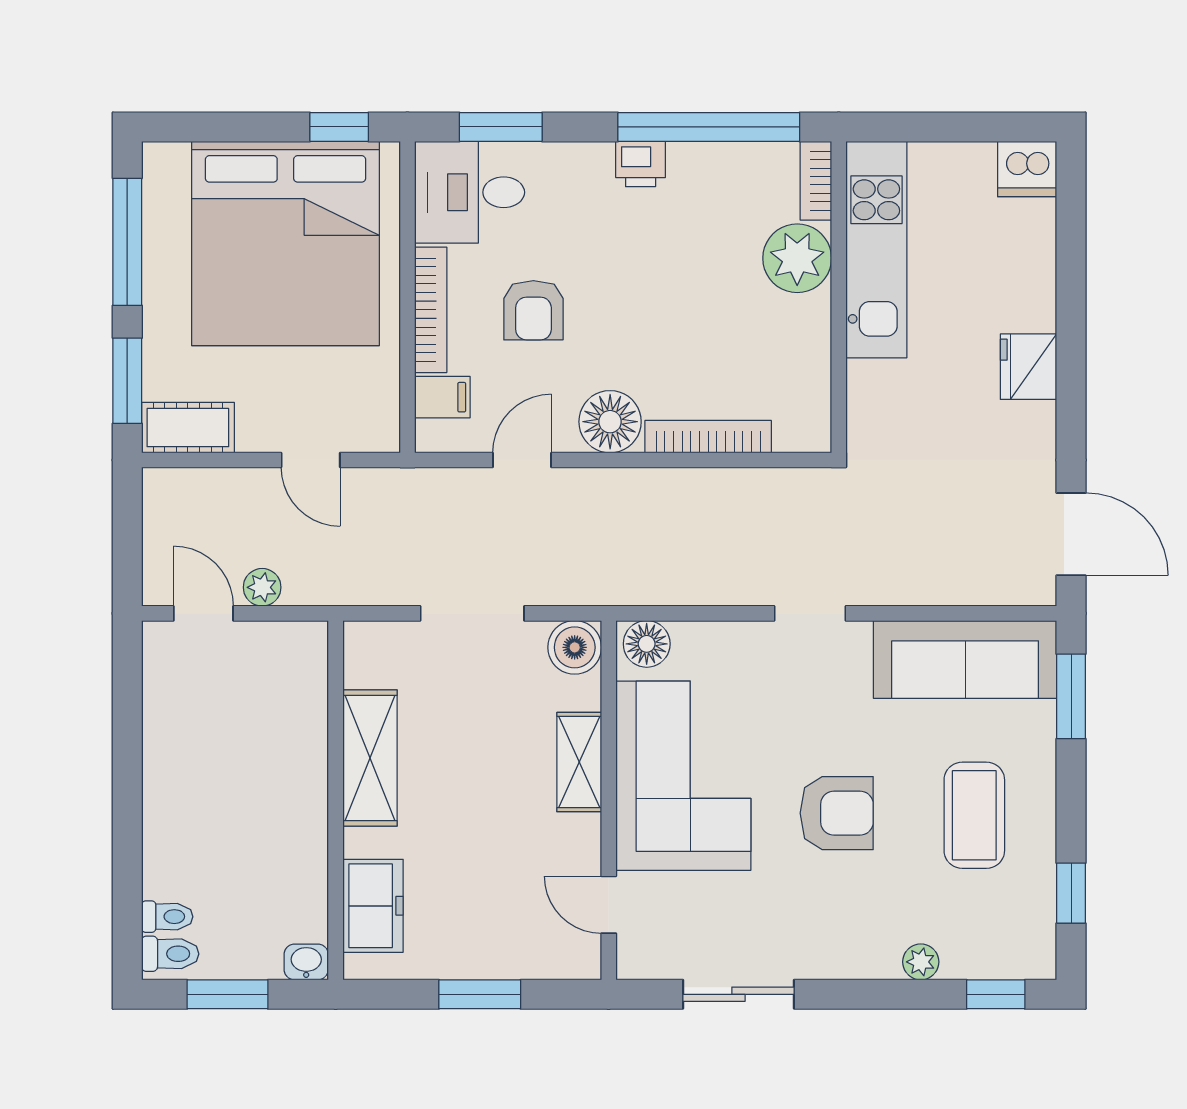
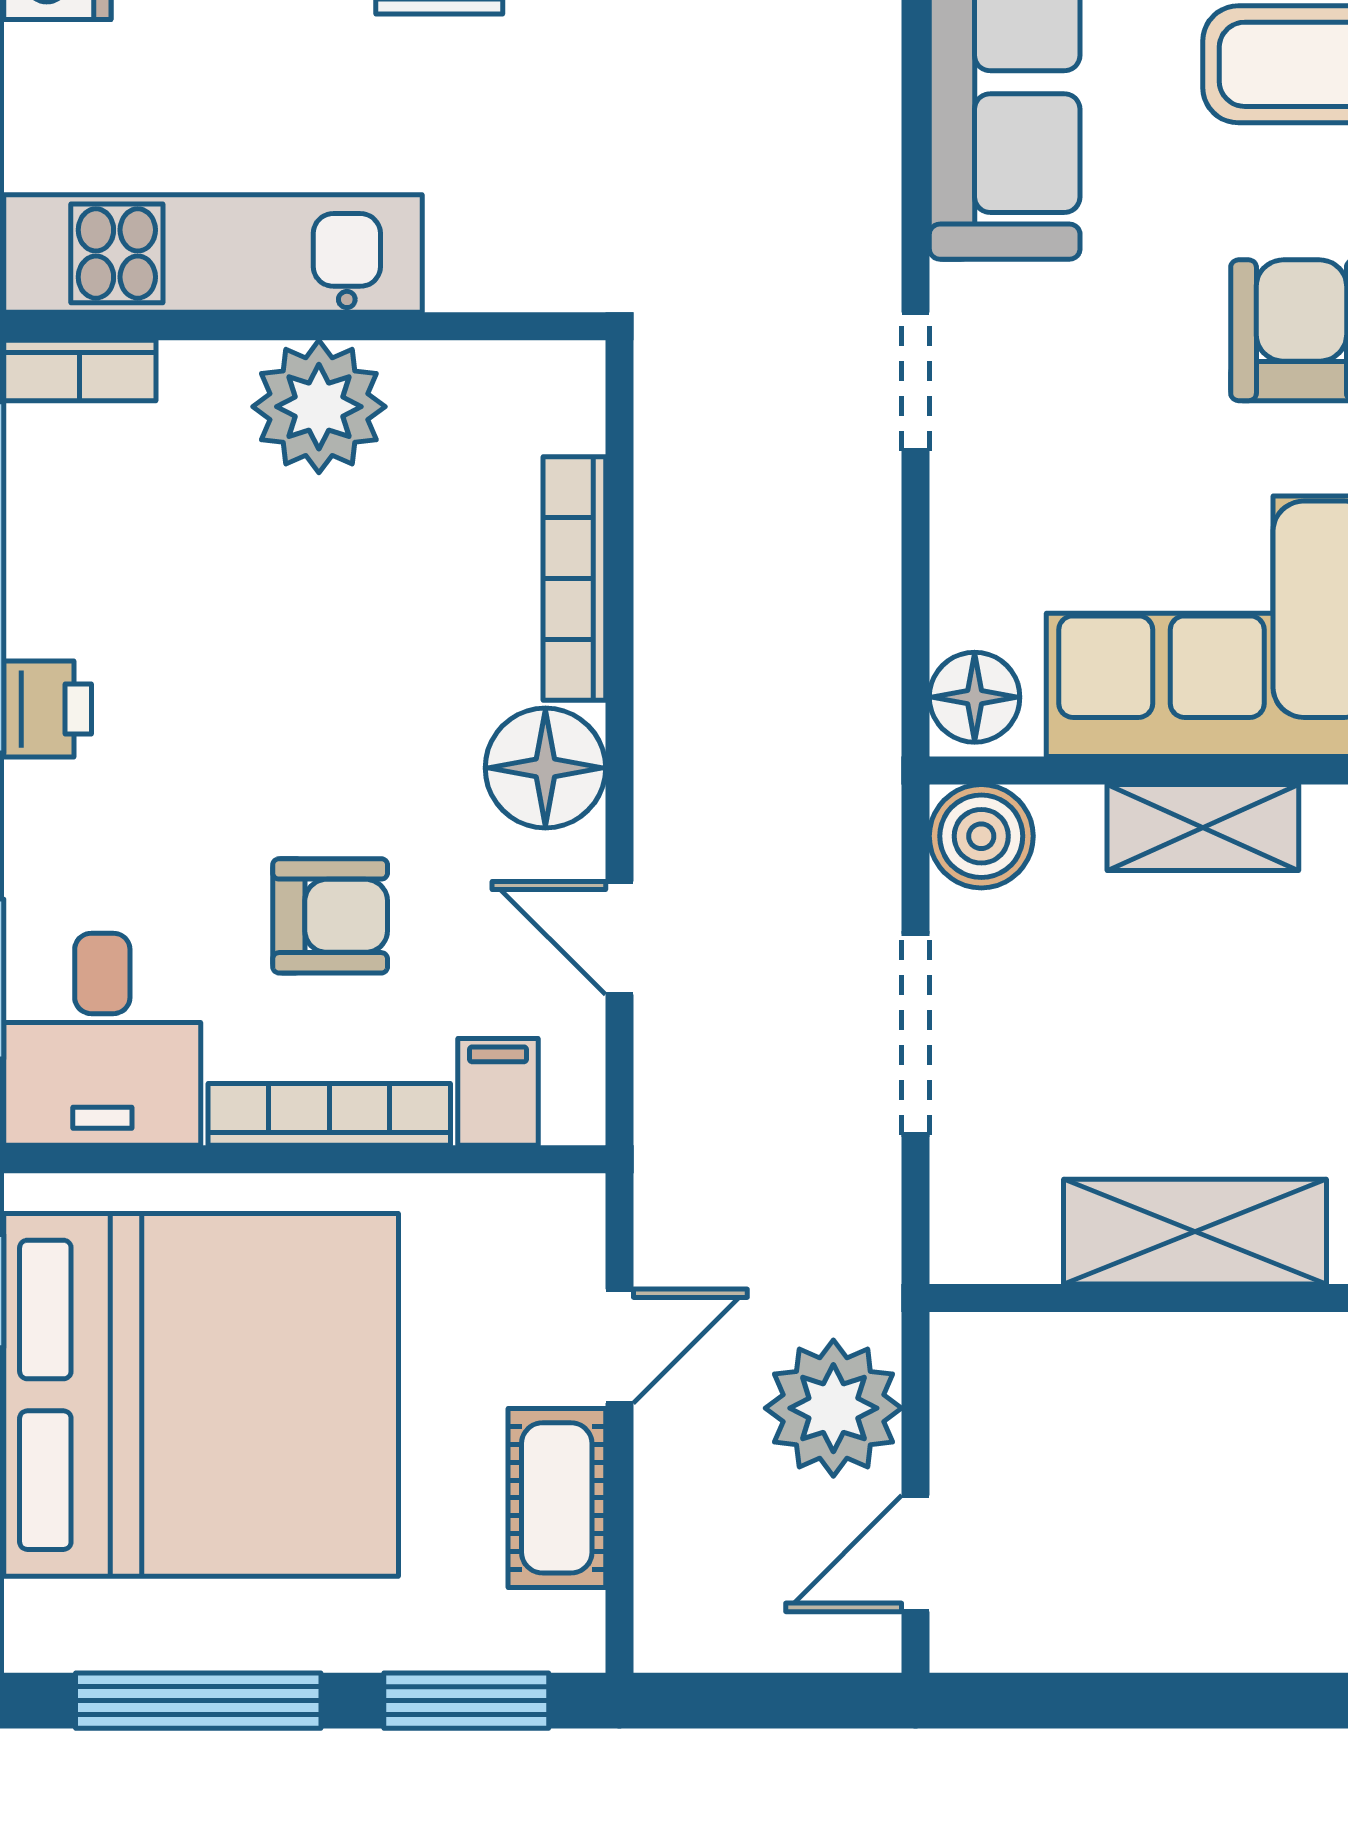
plant: (797, 258) -> (319, 407), moved
cot: (188, 428) -> (557, 1498), moved
plant: (262, 587) -> (833, 1408), width x1.88, depth x1.88

